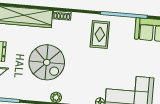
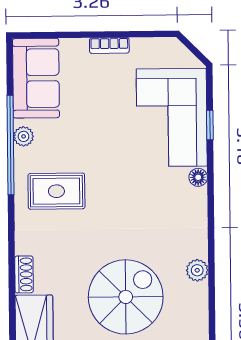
plant: (127, 21) -> (24, 136), added

